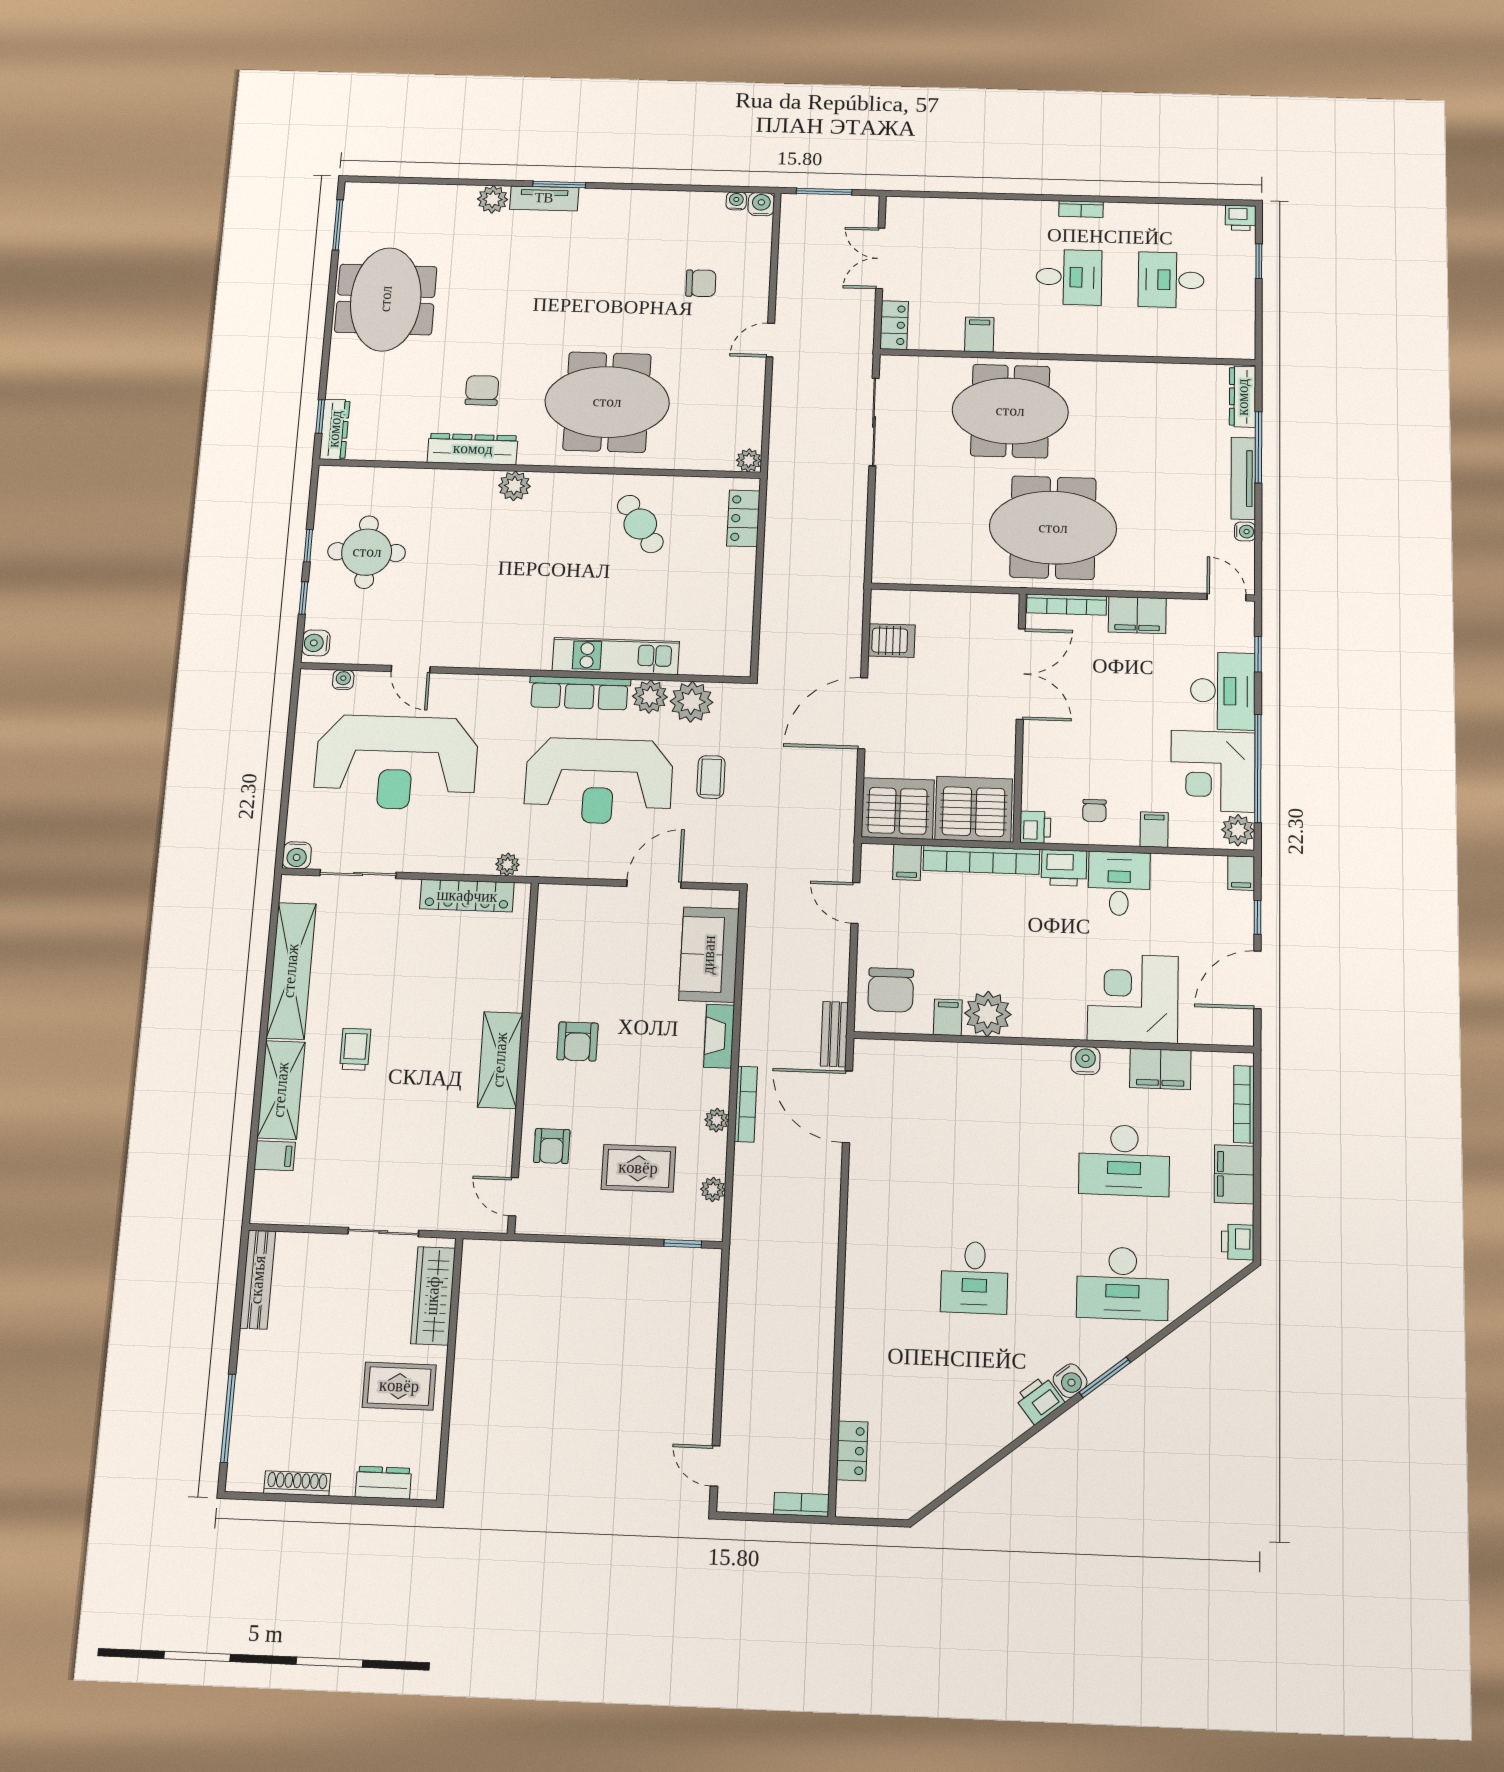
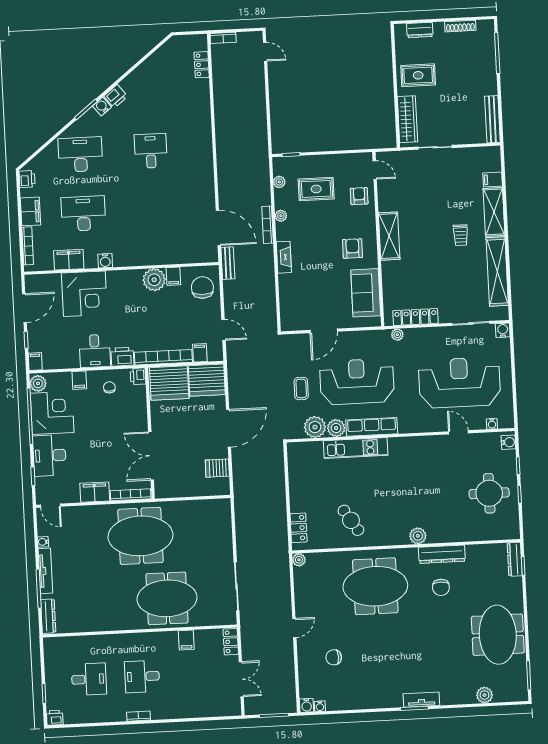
plant: (493, 199) -> (484, 695), moved
sofa: (709, 955) -> (366, 293), moved, turned 180

